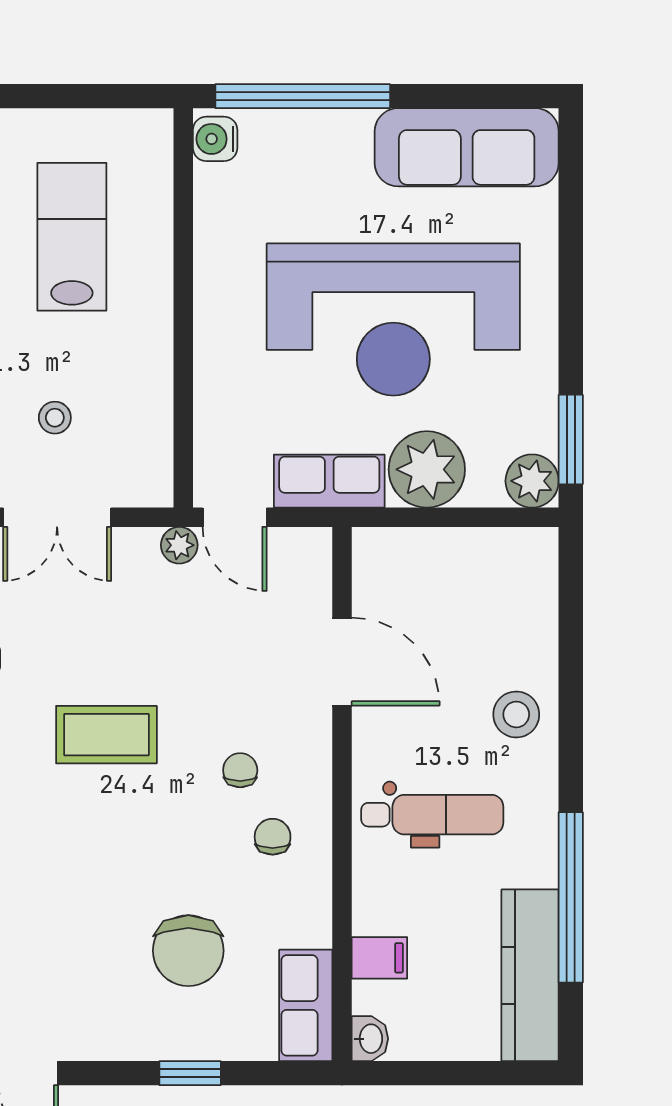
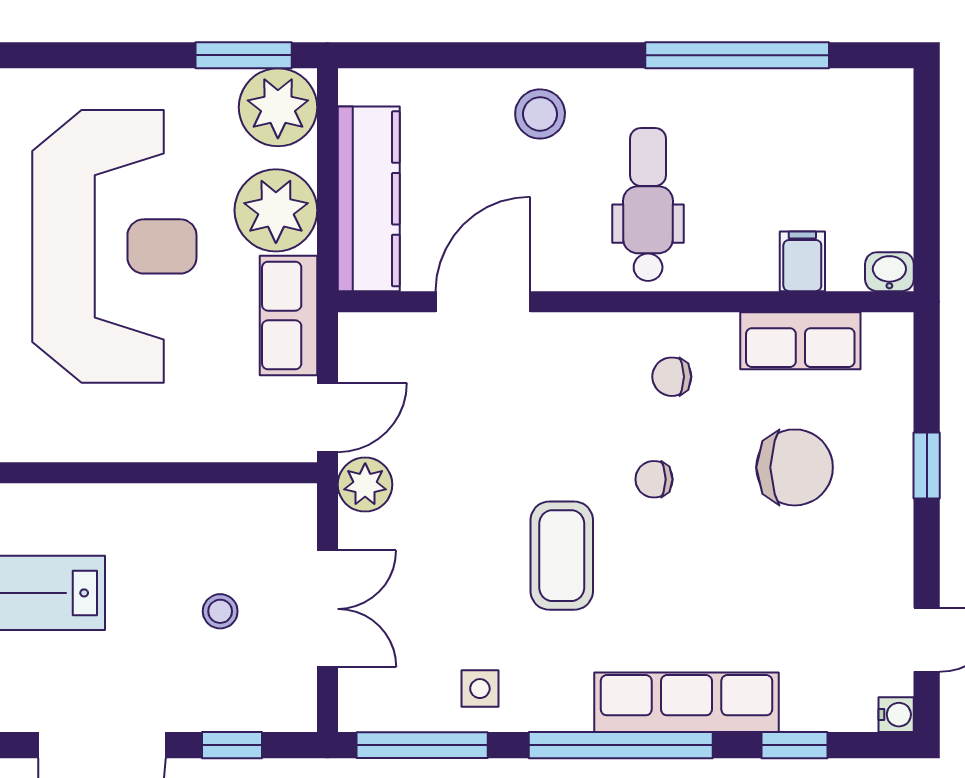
plant: (532, 481) -> (278, 107), width x1.36, depth x1.36
plant: (179, 545) -> (365, 485), width x1.38, depth x1.38
chair: (240, 770) -> (654, 479), moved
kitchen counter: (530, 975) -> (369, 199), moved, turned -90
row of seats: (306, 1005) -> (800, 341), moved

